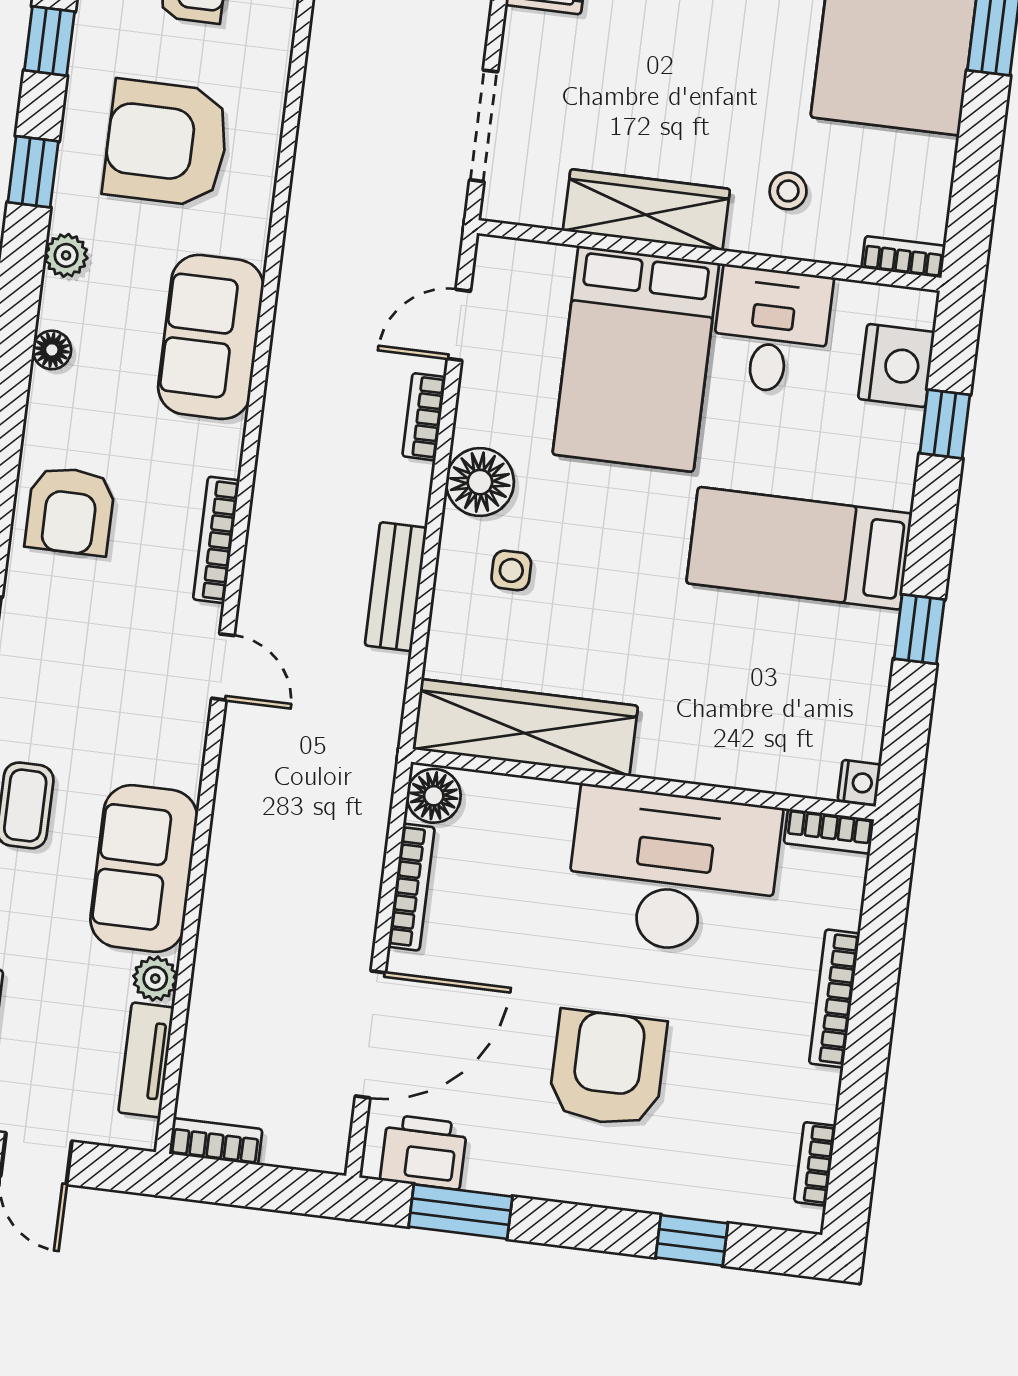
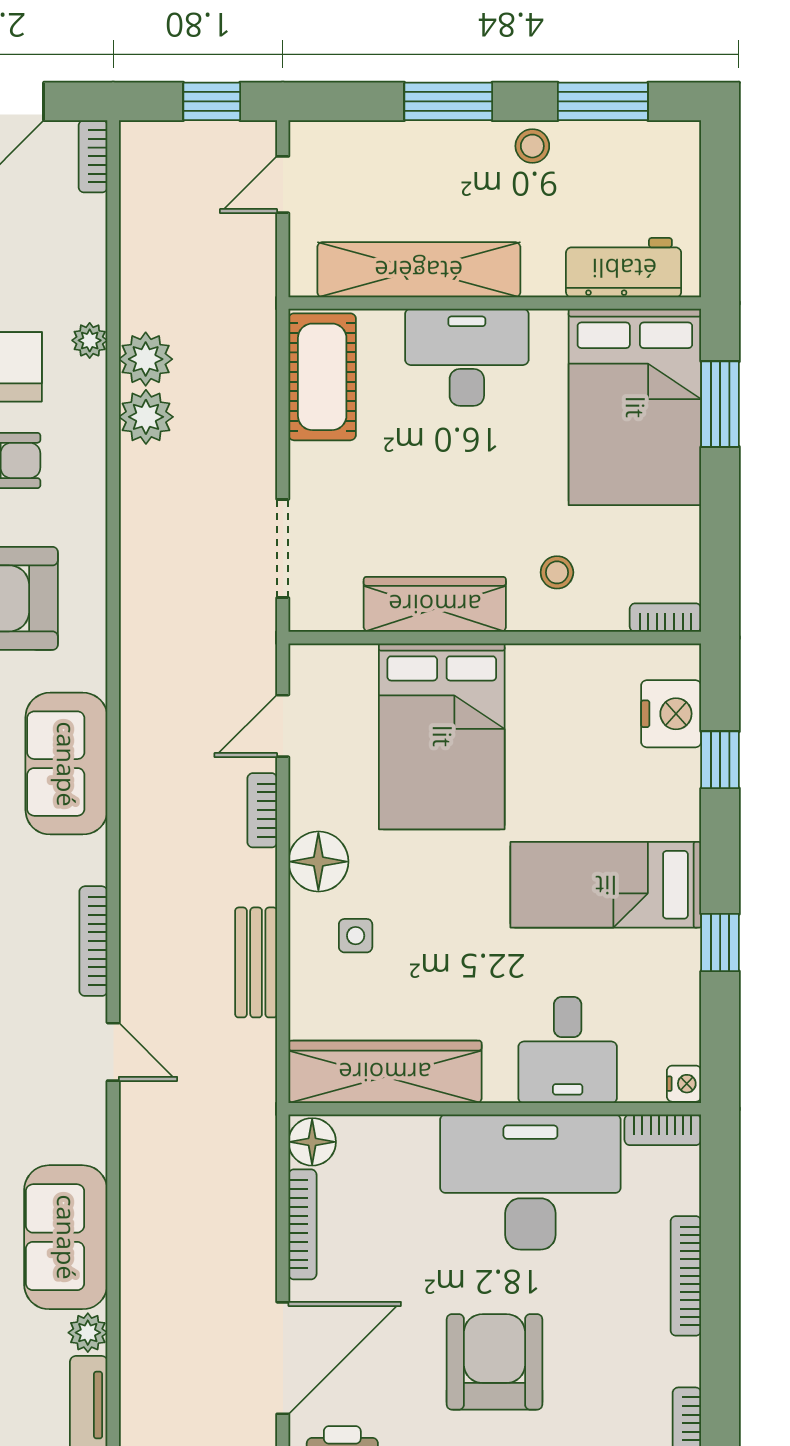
desk: (772, 330) -> (568, 1050), moved, turned 180

